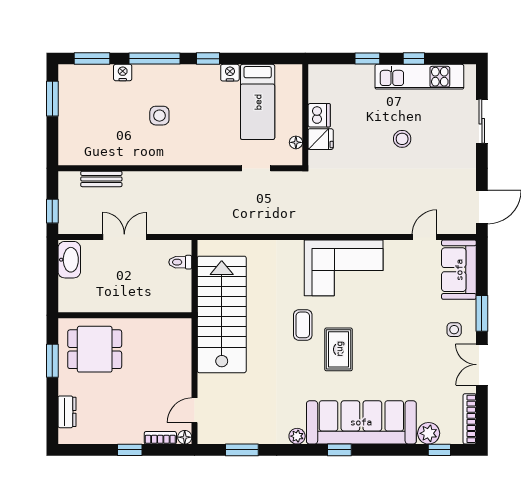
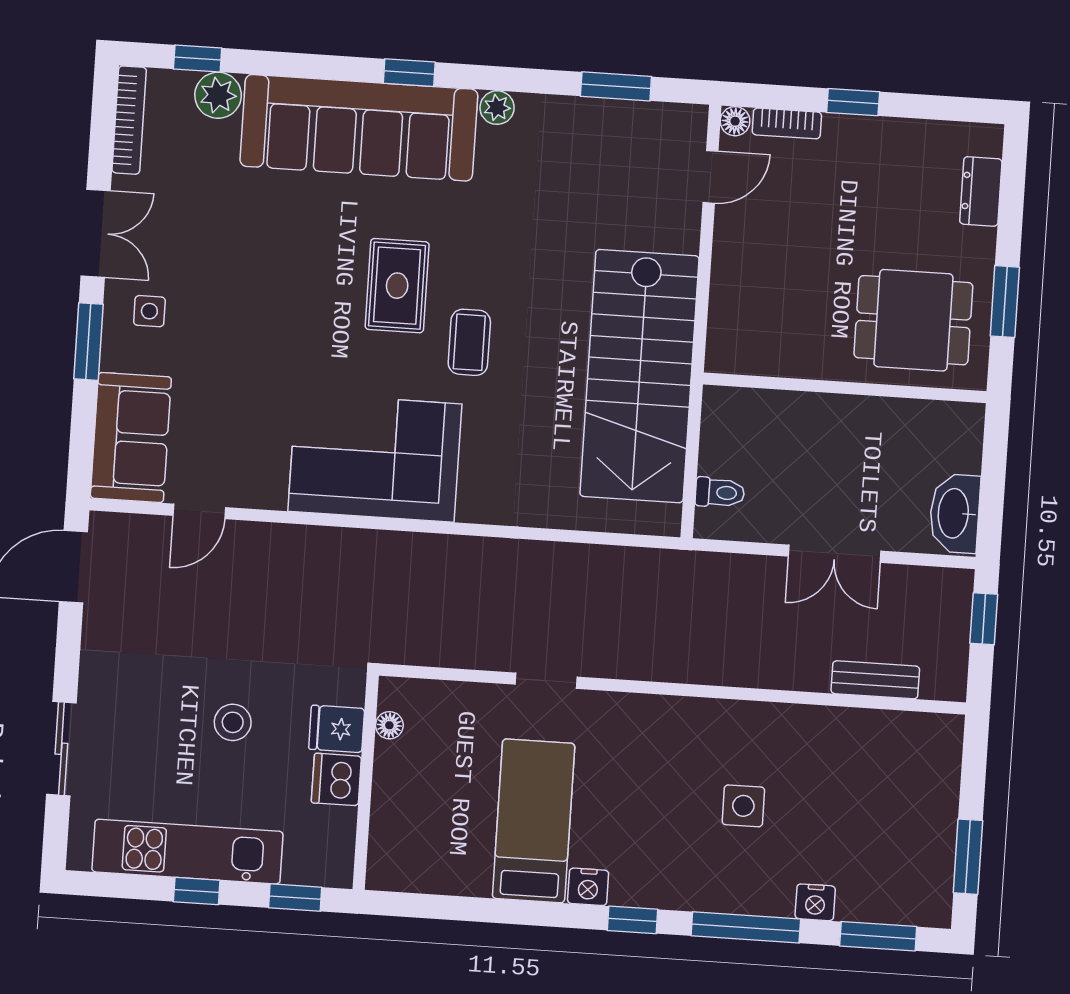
wall: (305, 115) -> (366, 782), moved
dishwasher: (319, 115) -> (336, 779), moved
fridge: (321, 139) -> (337, 729), moved
floor lamp: (296, 142) -> (389, 725), moved

